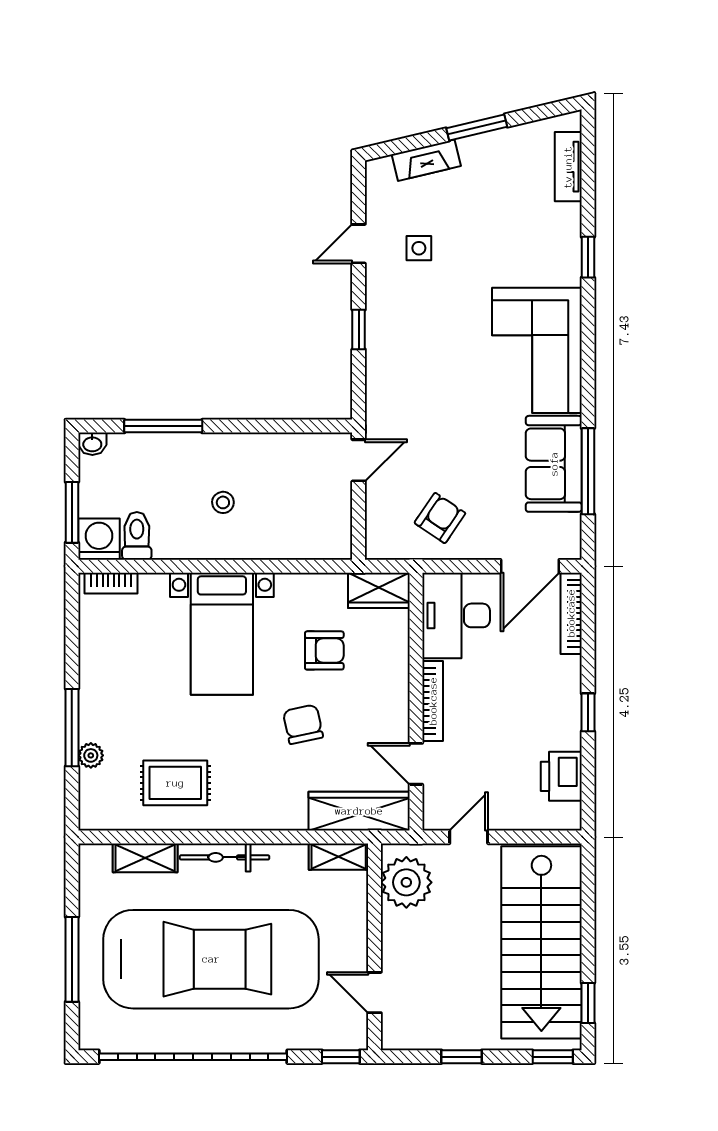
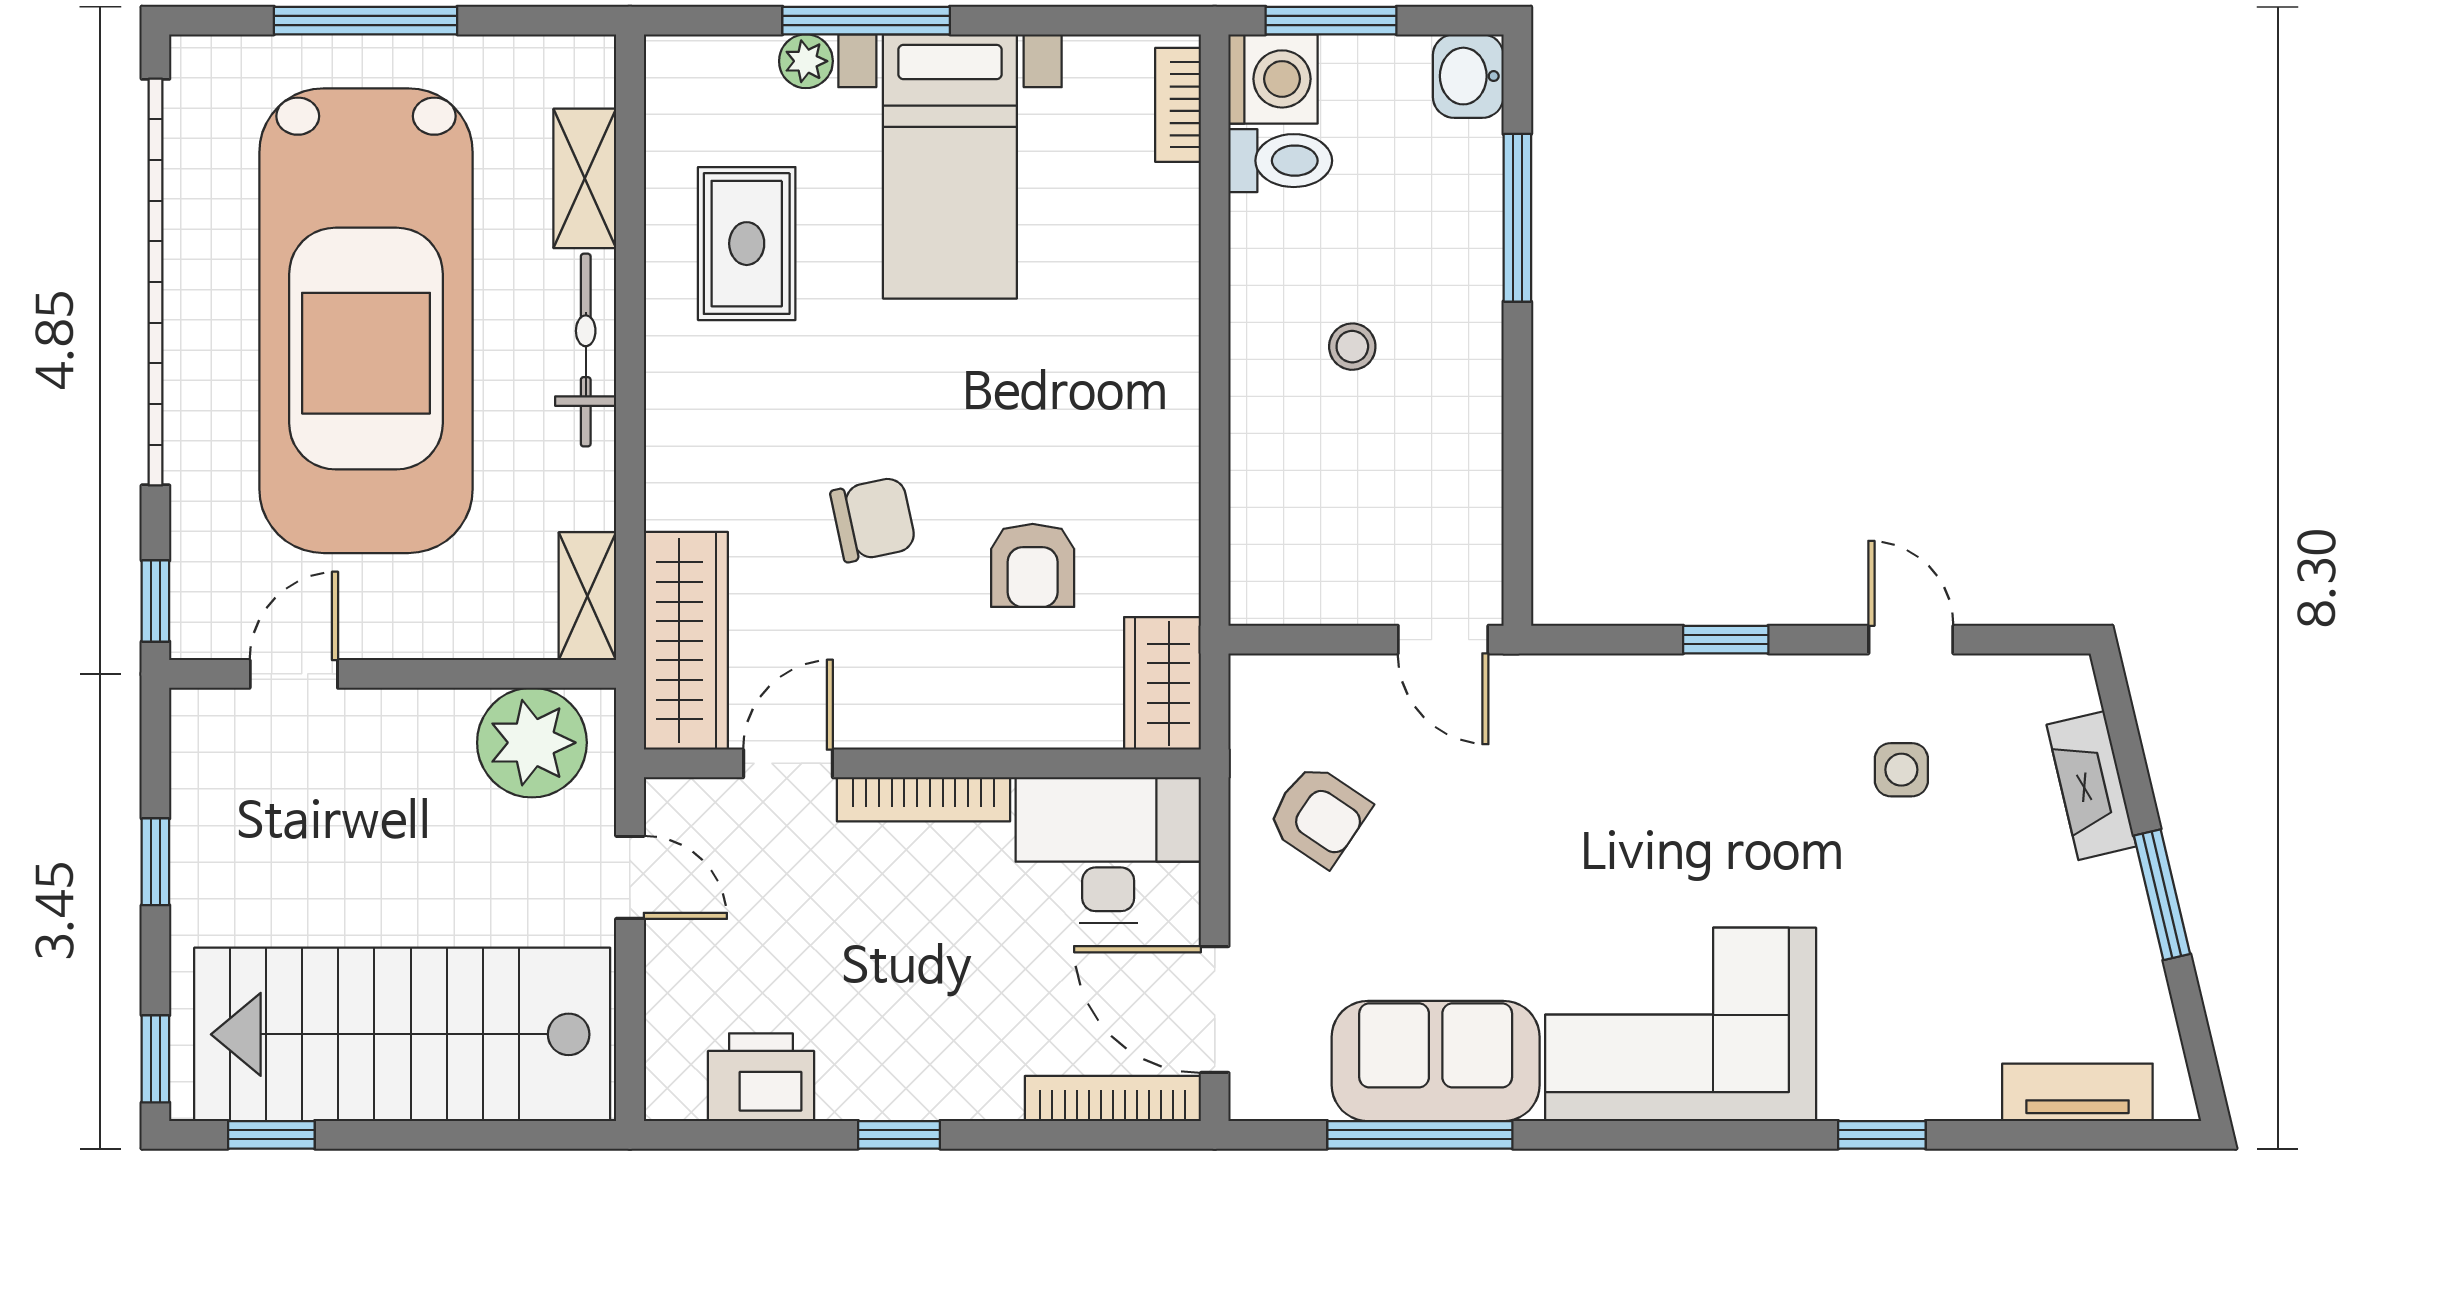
washbasin: (92, 444) -> (1468, 76), width x1.38, depth x1.45
bed with nightstands: (222, 634) -> (950, 166), moved, turned -90

